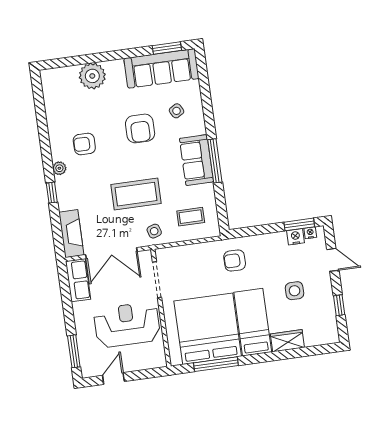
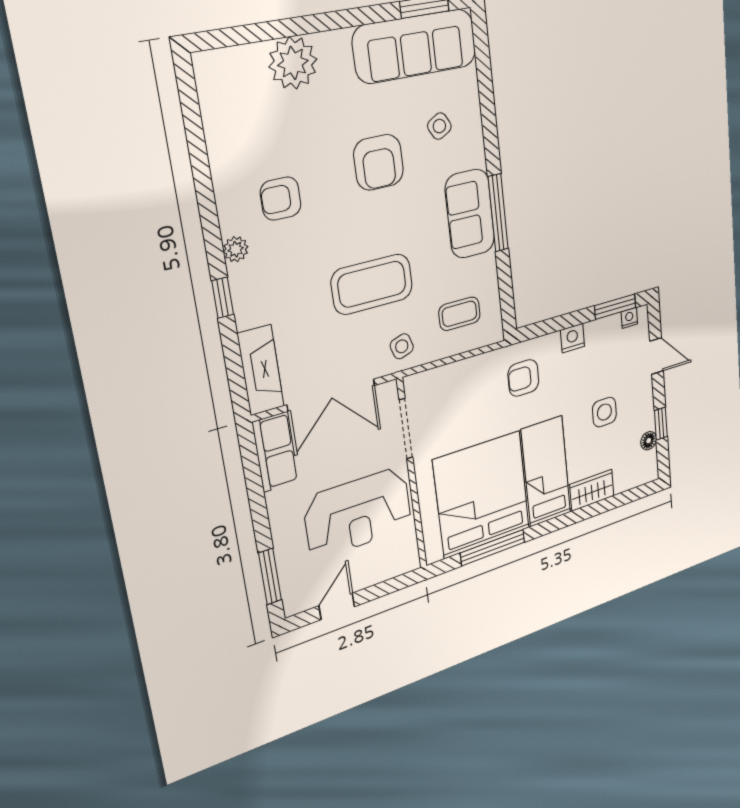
nightstand: (296, 237) -> (572, 338), moved
floor lamp: (330, 315) -> (649, 441), added
reception desk: (127, 325) -> (358, 513), turned 180

